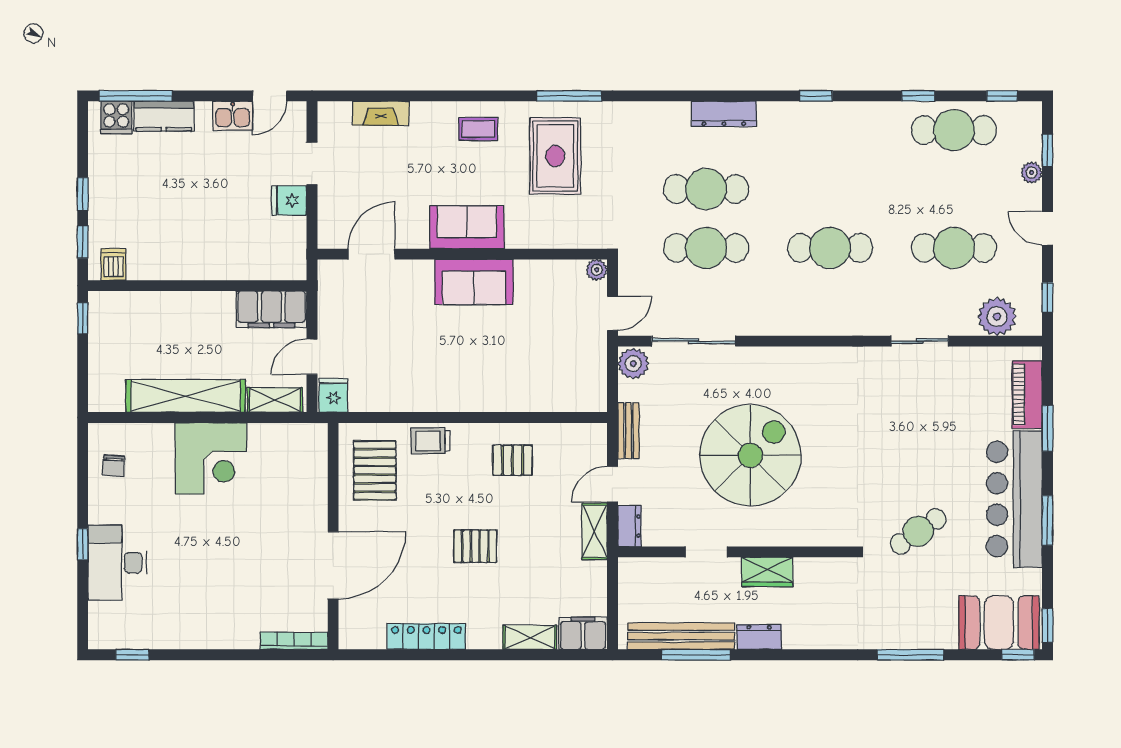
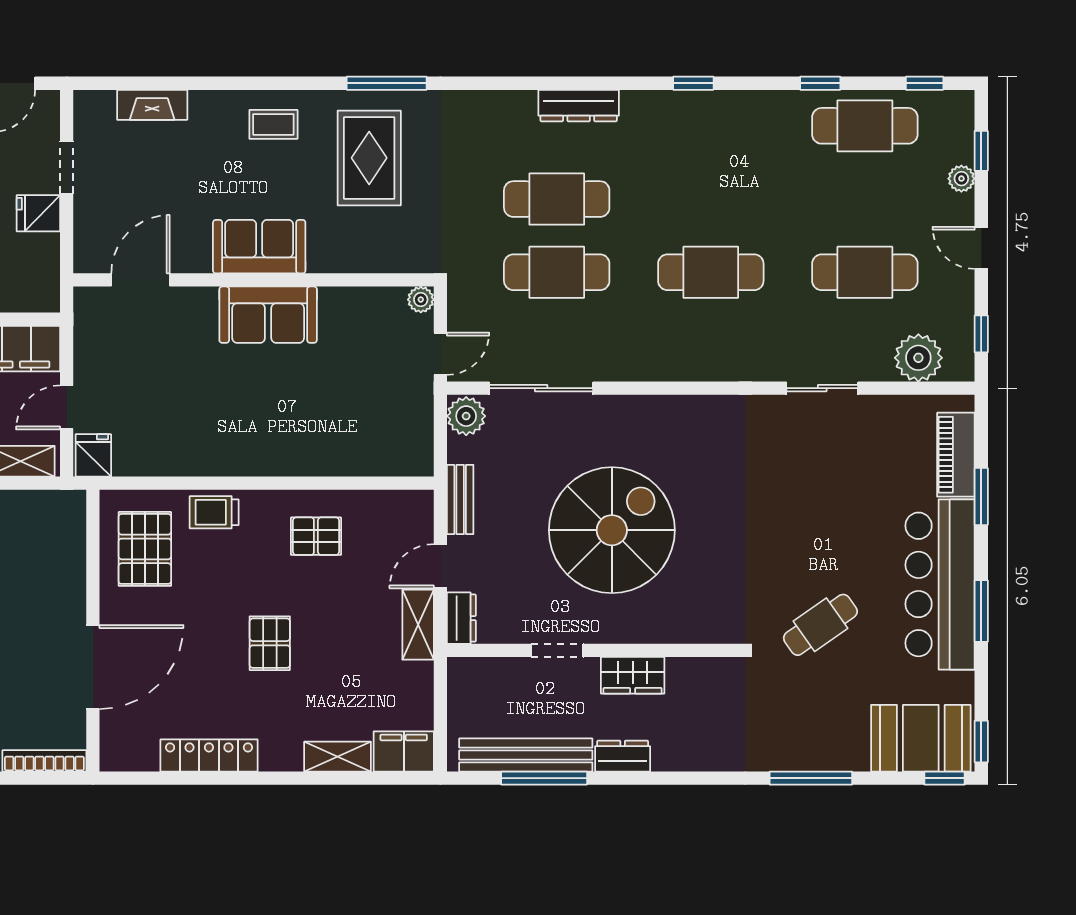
pallet: (475, 546) -> (270, 643), turned 90

